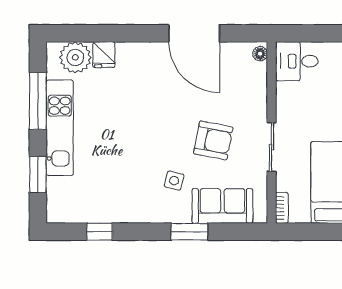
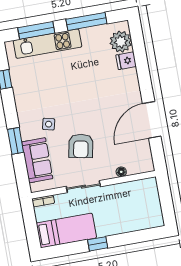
floor lamp: (260, 54) -> (121, 172), moved
desk: (297, 61) -> (145, 193), removed
kitchen unit: (60, 128) -> (48, 44), moved
window: (38, 174) -> (36, 30), width x1.44

